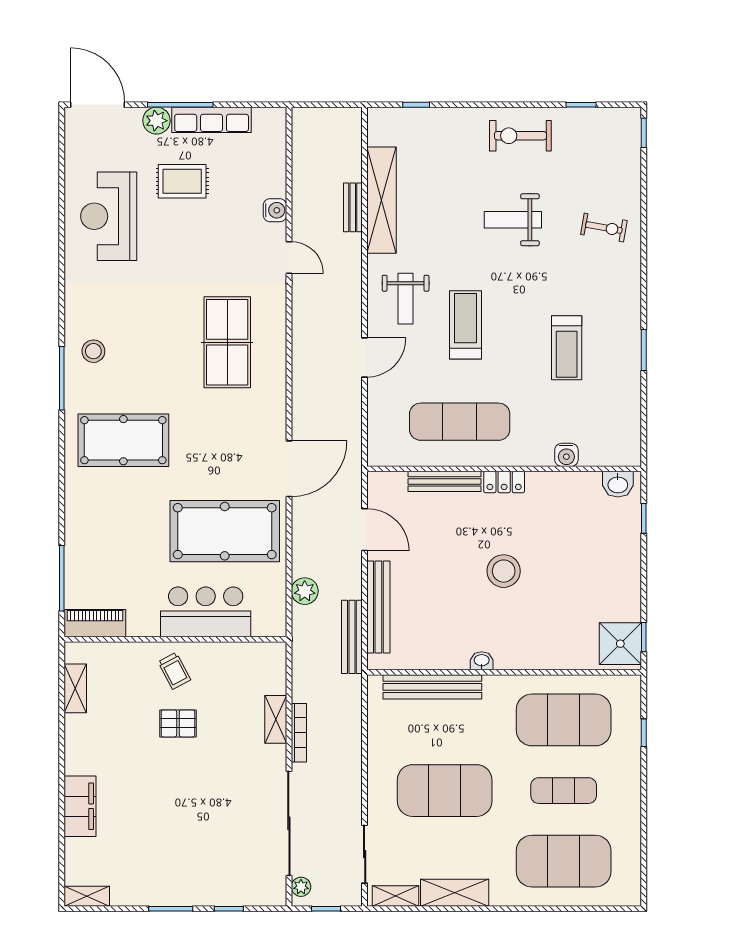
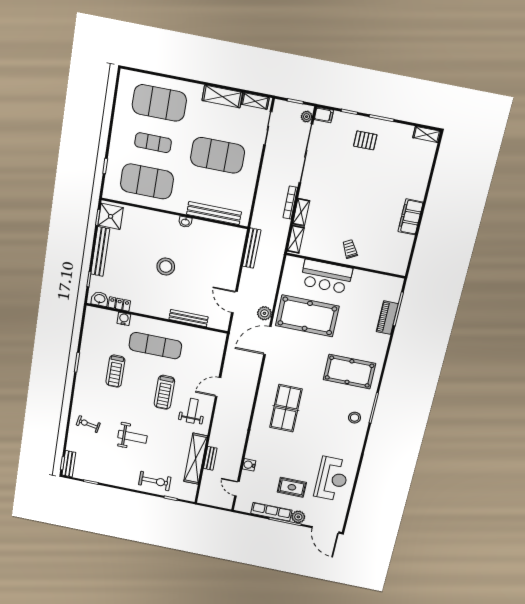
bench: (631, 135) -> (69, 464), added
exercise bike: (520, 136) -> (155, 481), moved
door: (289, 258) -> (237, 489), moved
treadmill: (567, 348) -> (115, 371), turned 180
exercise mat: (460, 422) -> (155, 346), moved
locker: (504, 482) -> (119, 304), moved
plant: (305, 591) -> (264, 313), moved
bench: (378, 607) -> (100, 252), moved
piano: (95, 623) -> (387, 318), moved, turned 90
shelving: (75, 688) -> (296, 239), moved
pallet: (178, 723) -> (365, 140), moved
filing cabinet: (80, 806) -> (411, 217), moved
filing cabinet: (272, 895) -> (324, 115), added

